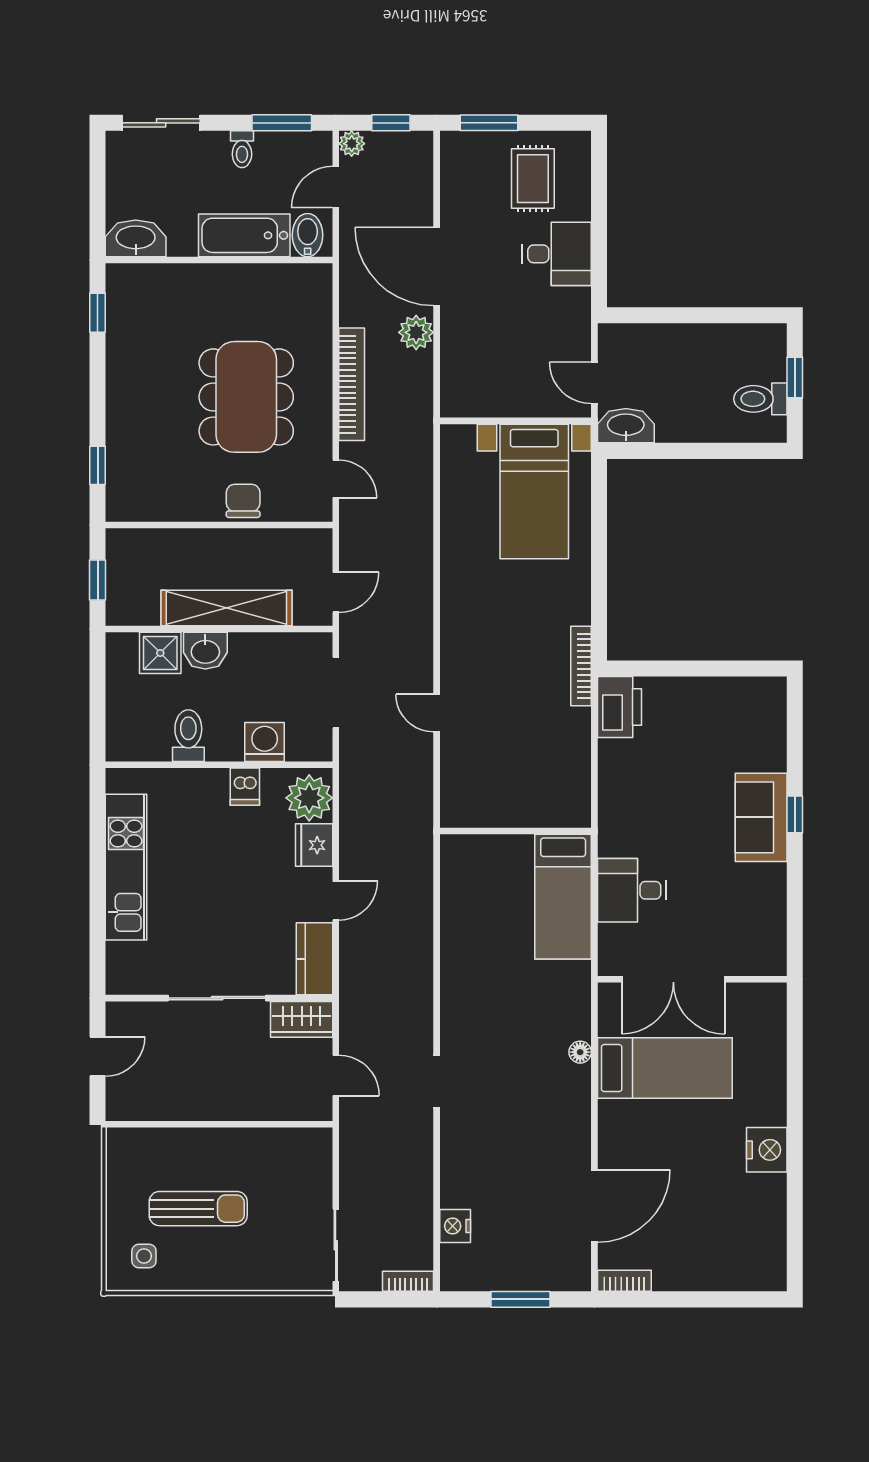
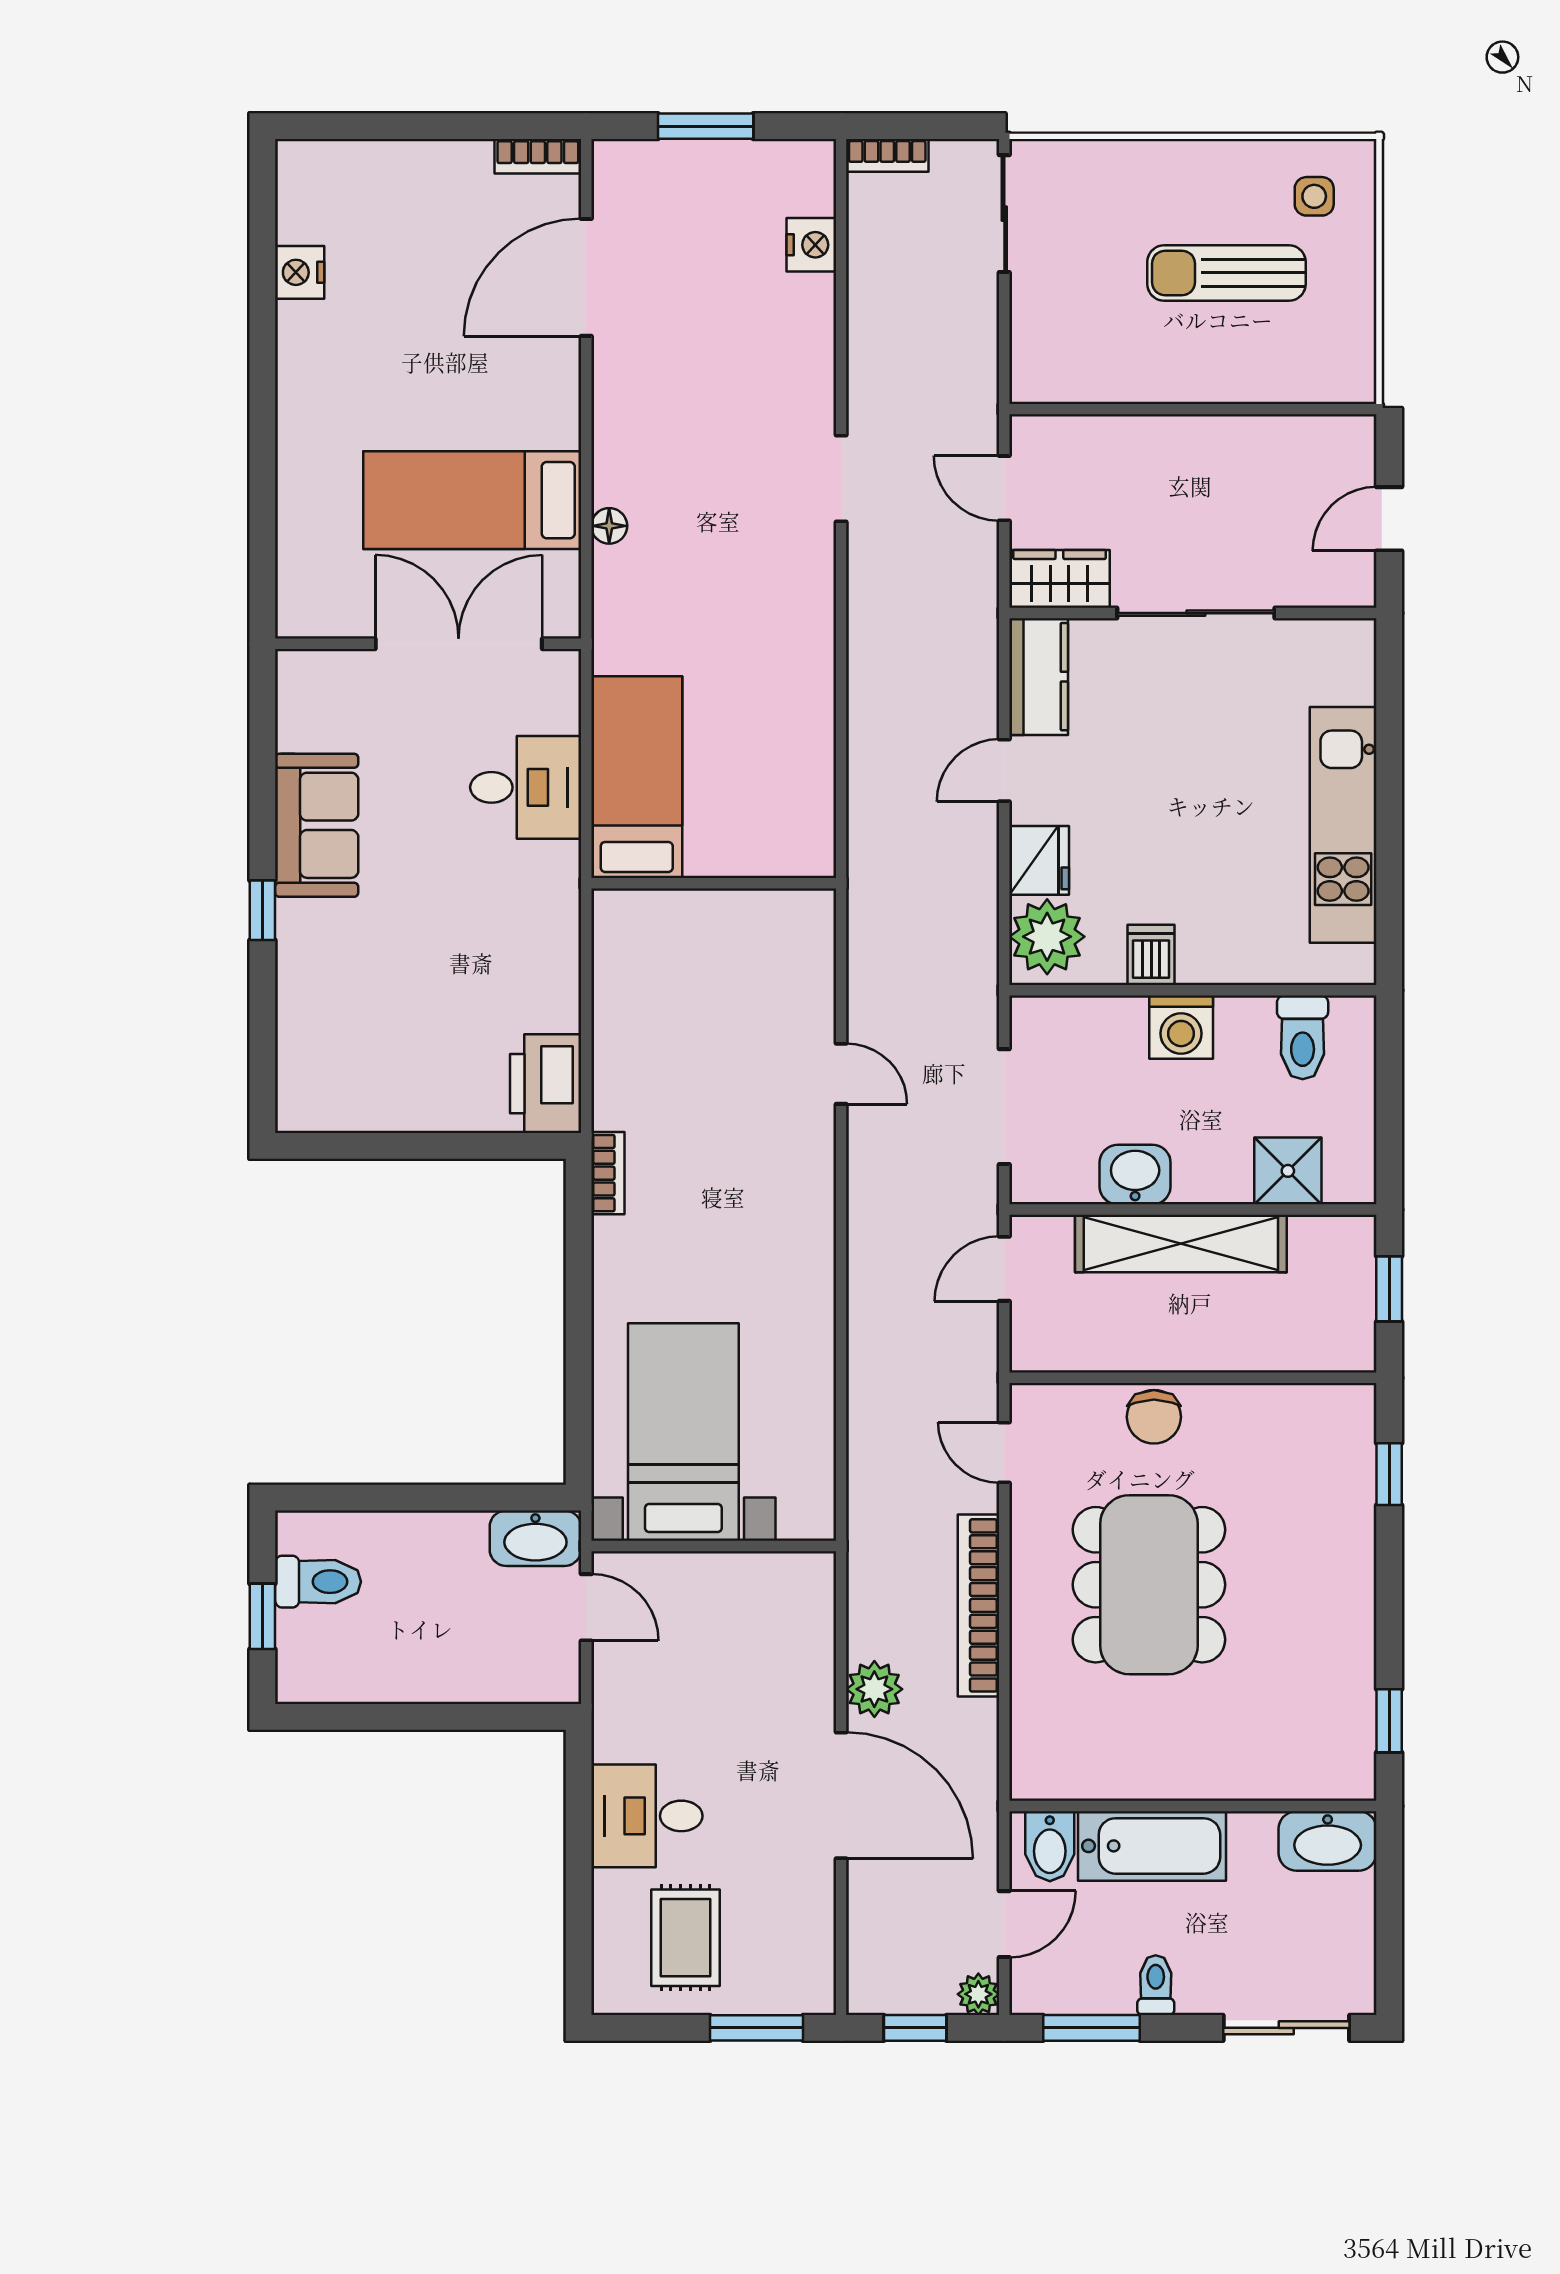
washbasin: (205, 651) -> (1135, 1175), moved
bookcase: (581, 666) -> (608, 1173), width x0.64
toilet: (188, 736) -> (1303, 1037), moved
washing machine: (265, 742) -> (1181, 1027), moved
sofa: (761, 817) -> (317, 825), moved
nightstand: (767, 1150) -> (300, 272), moved, width x0.74, depth x0.75

